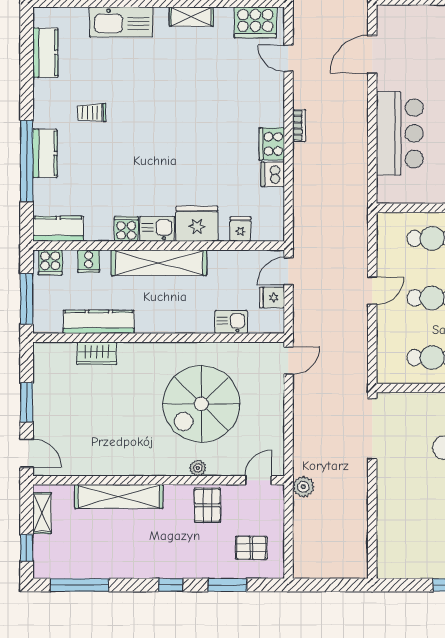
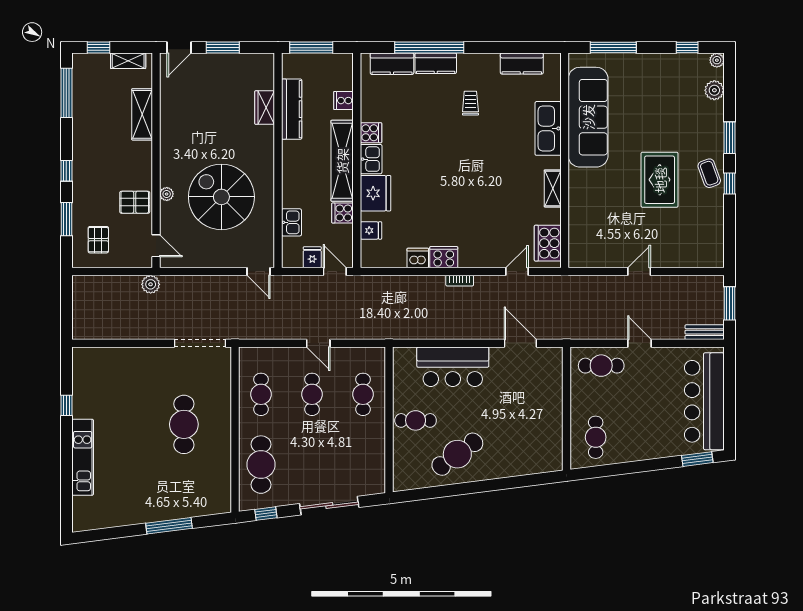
kitchen counter: (58, 229) -> (392, 64), moved, turned 90
cooker: (50, 262) -> (342, 213), moved
shelving: (119, 496) -> (142, 114), width x0.68

